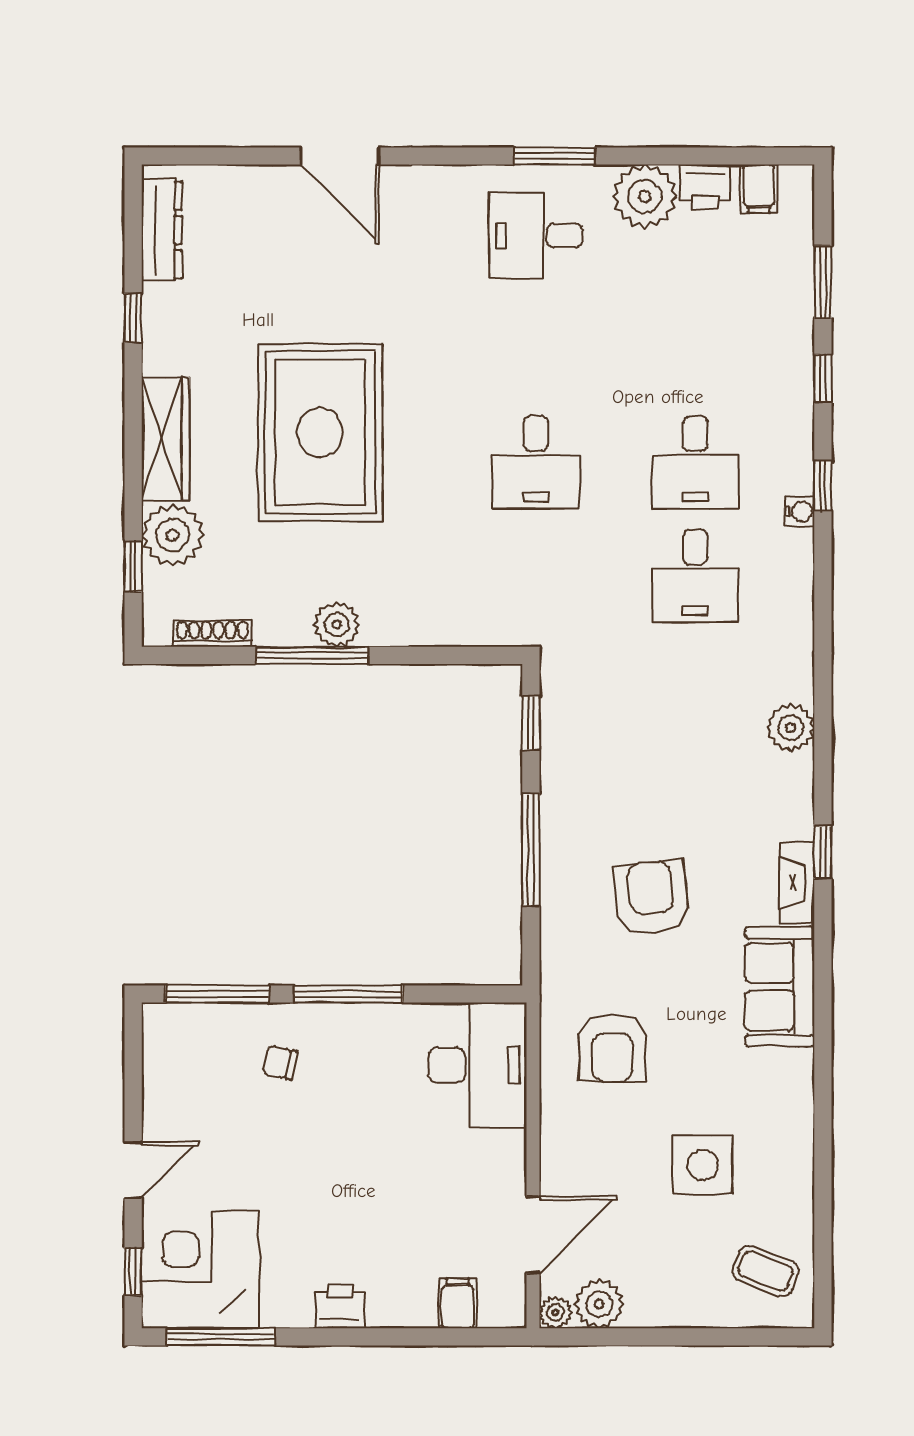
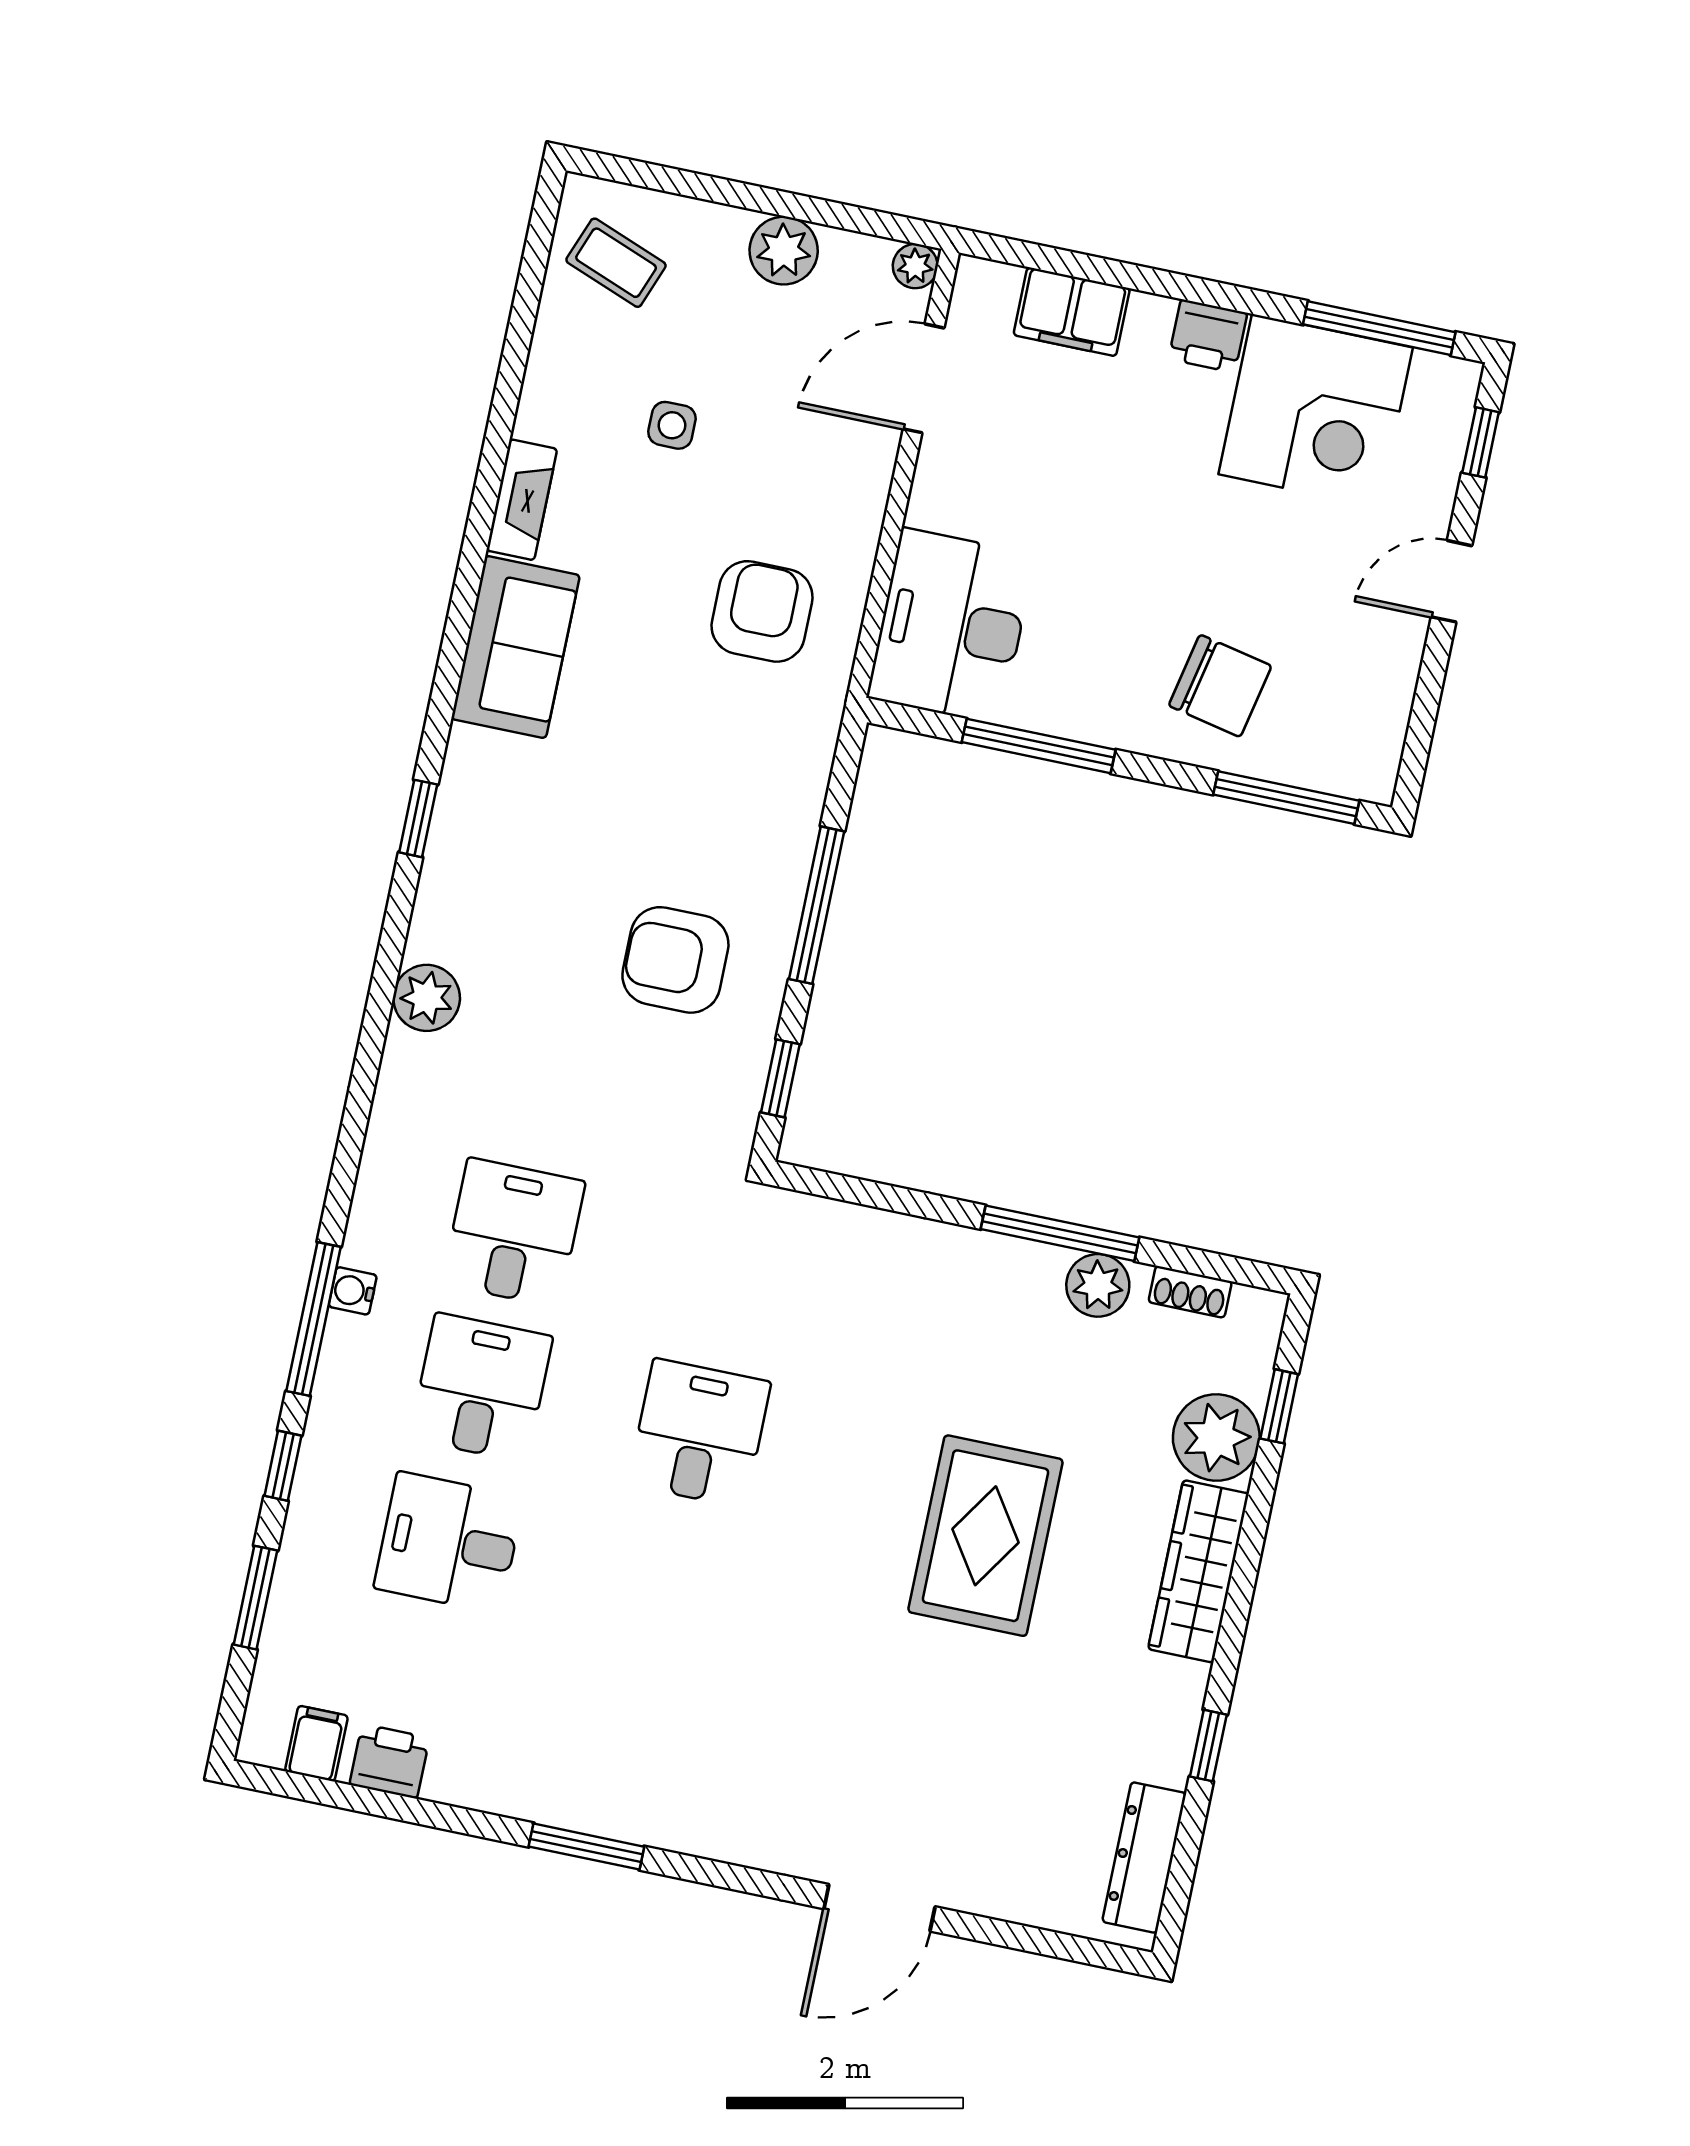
door: (340, 156) -> (879, 1908), swing flipped
plant: (645, 196) -> (474, 1765), removed
desk: (536, 236) -> (449, 1543), moved, turned 180
rug: (320, 432) -> (985, 1536), width x0.73, depth x0.69
window: (823, 486) -> (314, 1319), width x2.17
plant: (337, 624) -> (1098, 1285), moved
shoe rack: (212, 633) -> (1190, 1292), width x0.70
fireplace: (797, 883) -> (522, 500), moved
armchair: (651, 898) -> (675, 960), moved, turned 96
window: (348, 994) -> (1039, 746), moved
chair: (280, 1063) -> (1220, 686), width x1.87, depth x1.87
side table: (703, 1165) -> (672, 425), width x0.54, depth x0.54
corner desk: (200, 1270) -> (1316, 411), moved
filing cabinet: (458, 1303) -> (1072, 312), width x2.00
plant: (599, 1304) -> (784, 251), moved

